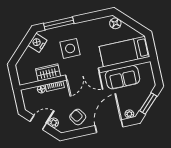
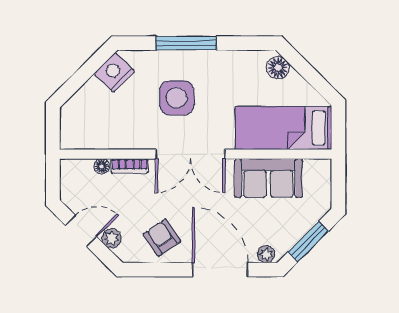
window: (59, 23) -> (186, 43), moved
wardrobe: (48, 73) -> (122, 136), removed
door: (109, 126) -> (220, 270), hinge flipped

